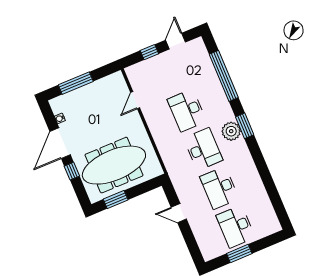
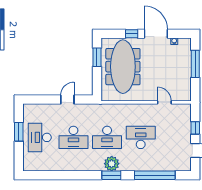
desk: (219, 188) -> (73, 137), turned 180
desk: (236, 227) -> (40, 137), turned -90

